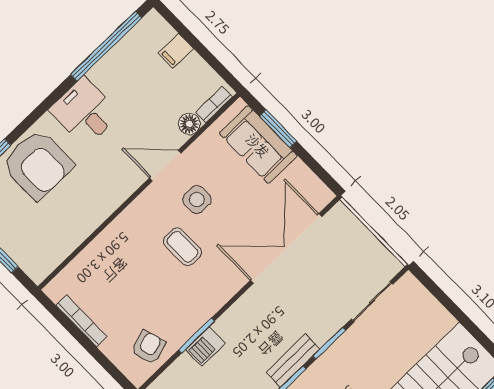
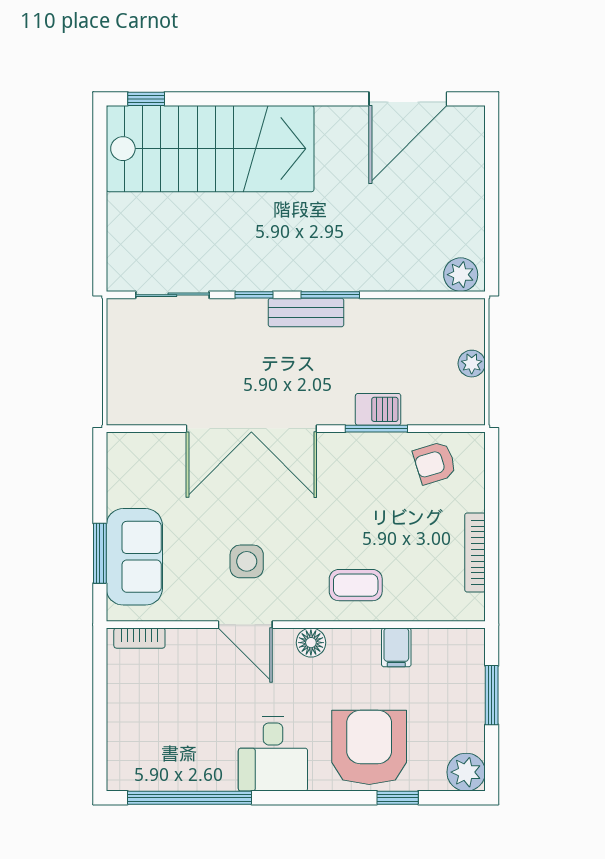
filing cabinet: (176, 51) -> (396, 647), moved, turned 90
floor lamp: (189, 124) -> (311, 643), moved
coffee table: (182, 247) -> (356, 585), moved, turned 90
double door: (286, 248) -> (251, 429), moved
window: (329, 343) -> (254, 295), width x0.67

